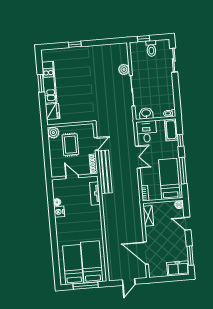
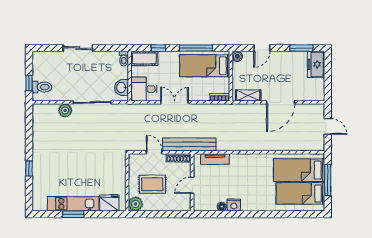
toilet: (151, 48) -> (42, 87), moved
sliding door: (174, 60) -> (78, 48), moved
door: (146, 253) -> (281, 102), moved

